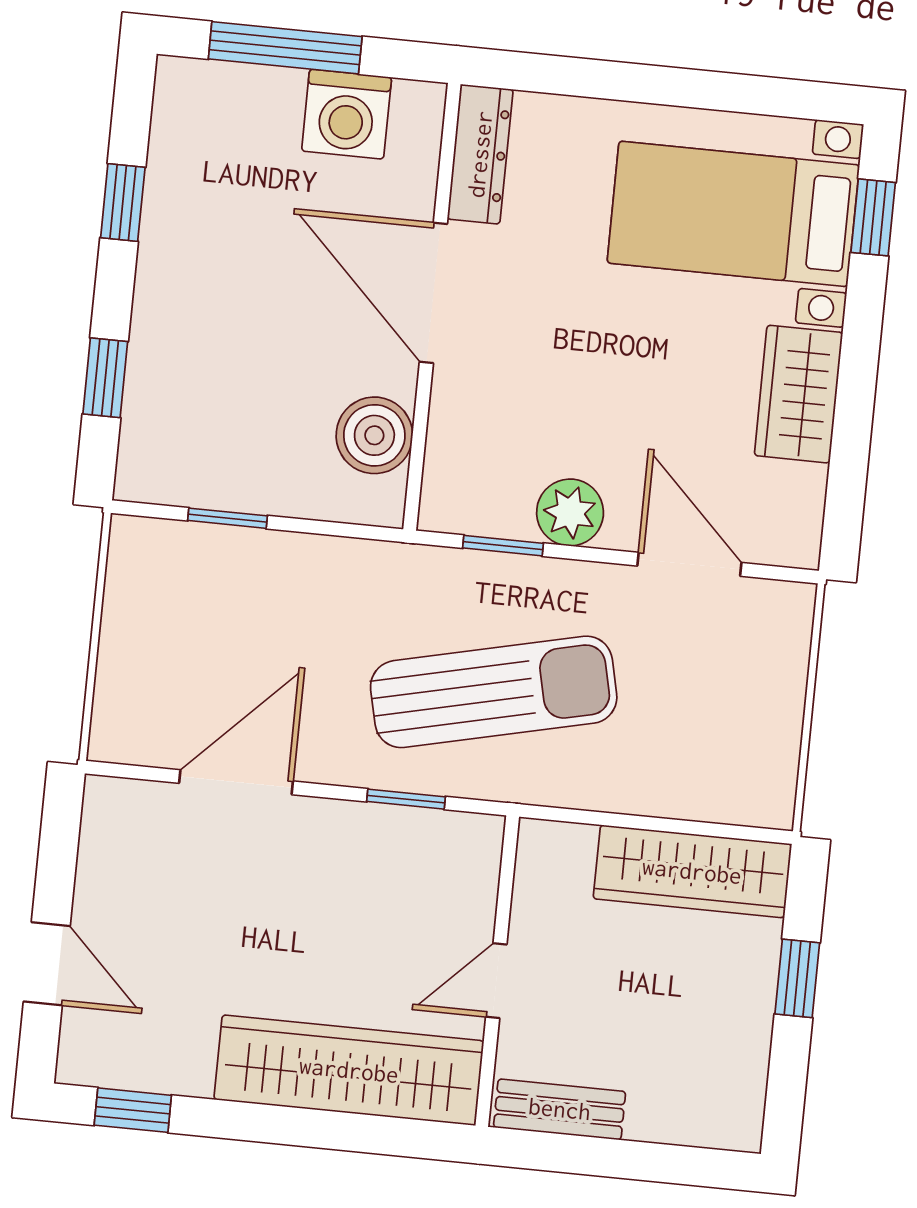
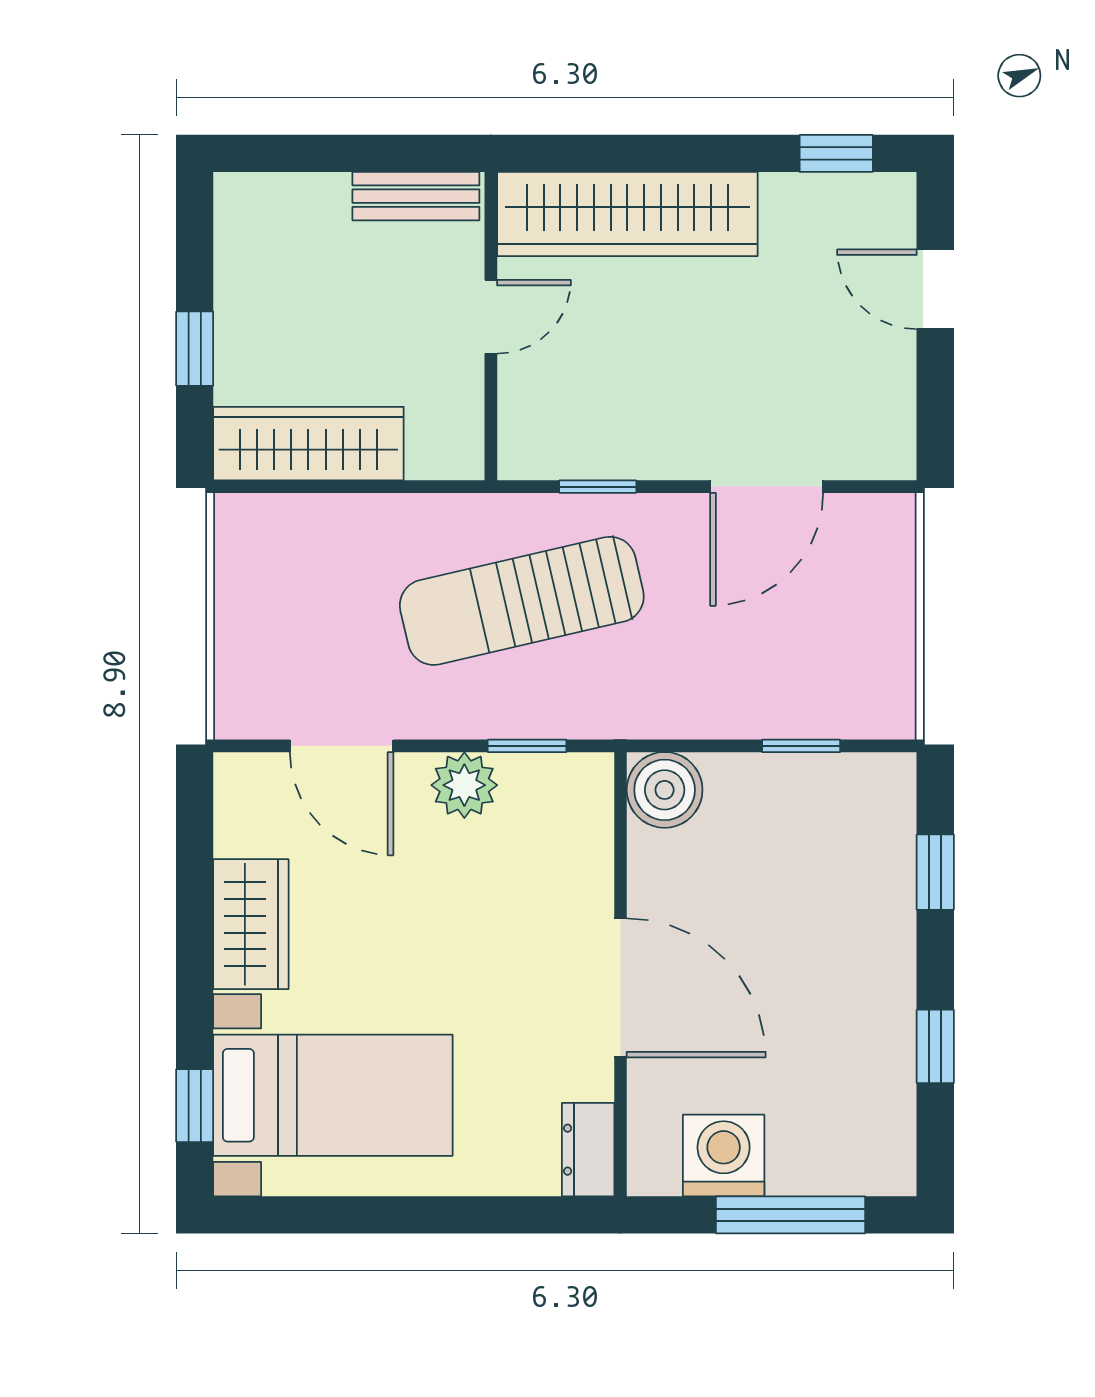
dresser: (480, 154) -> (588, 1150), width x0.70
boiler: (374, 435) -> (665, 790), moved

